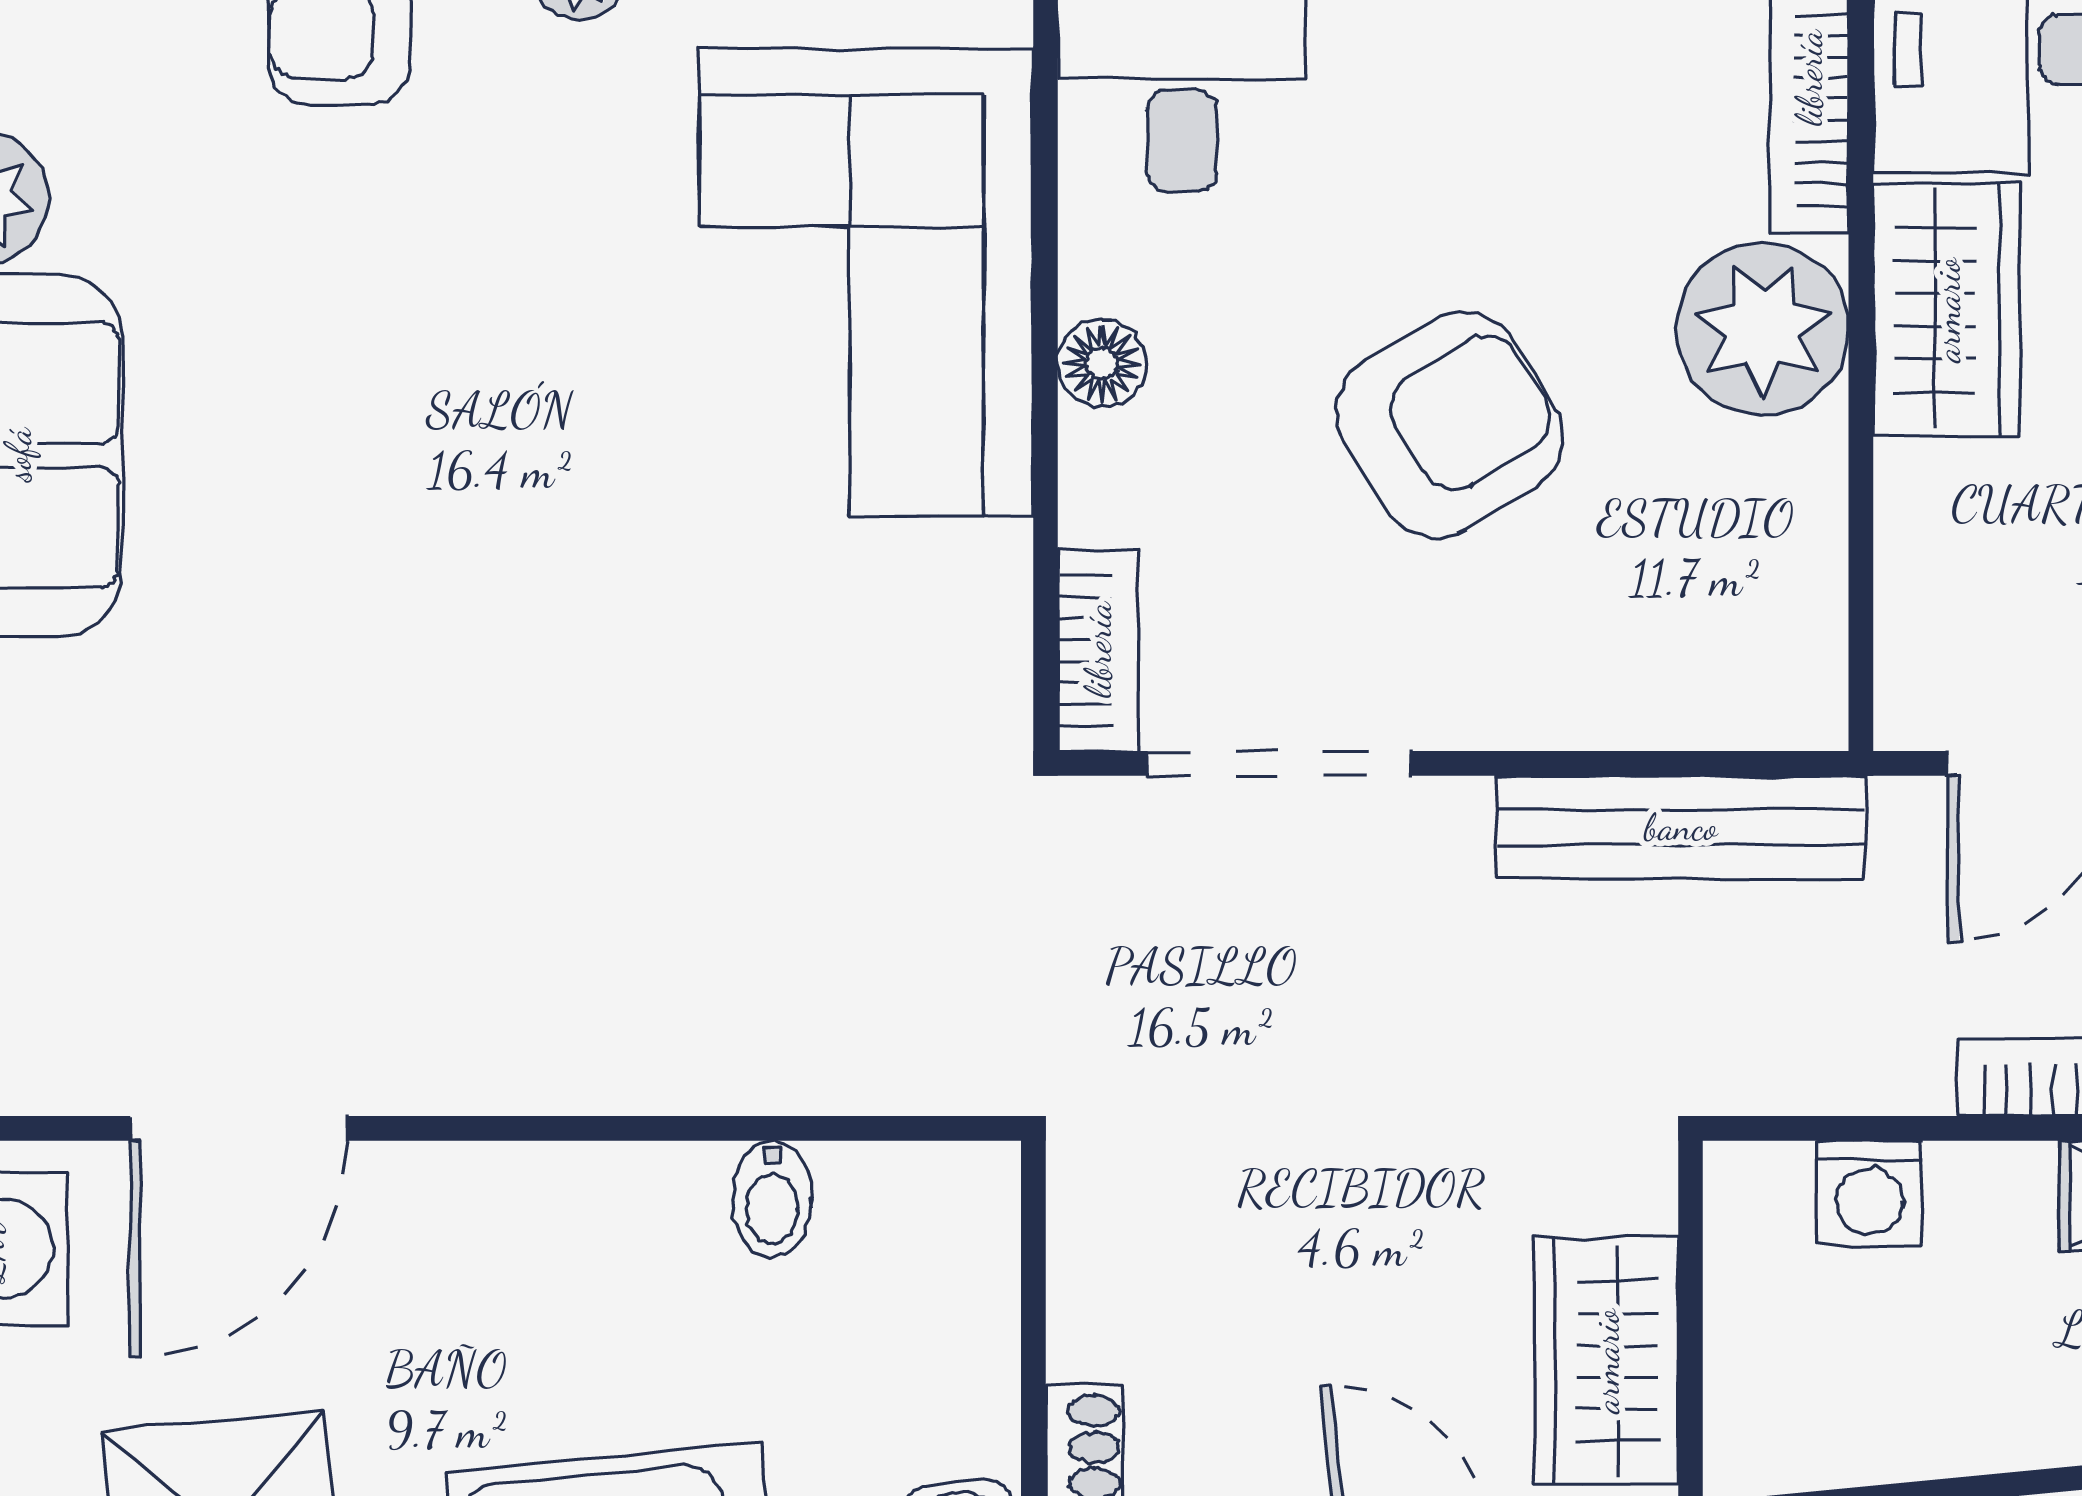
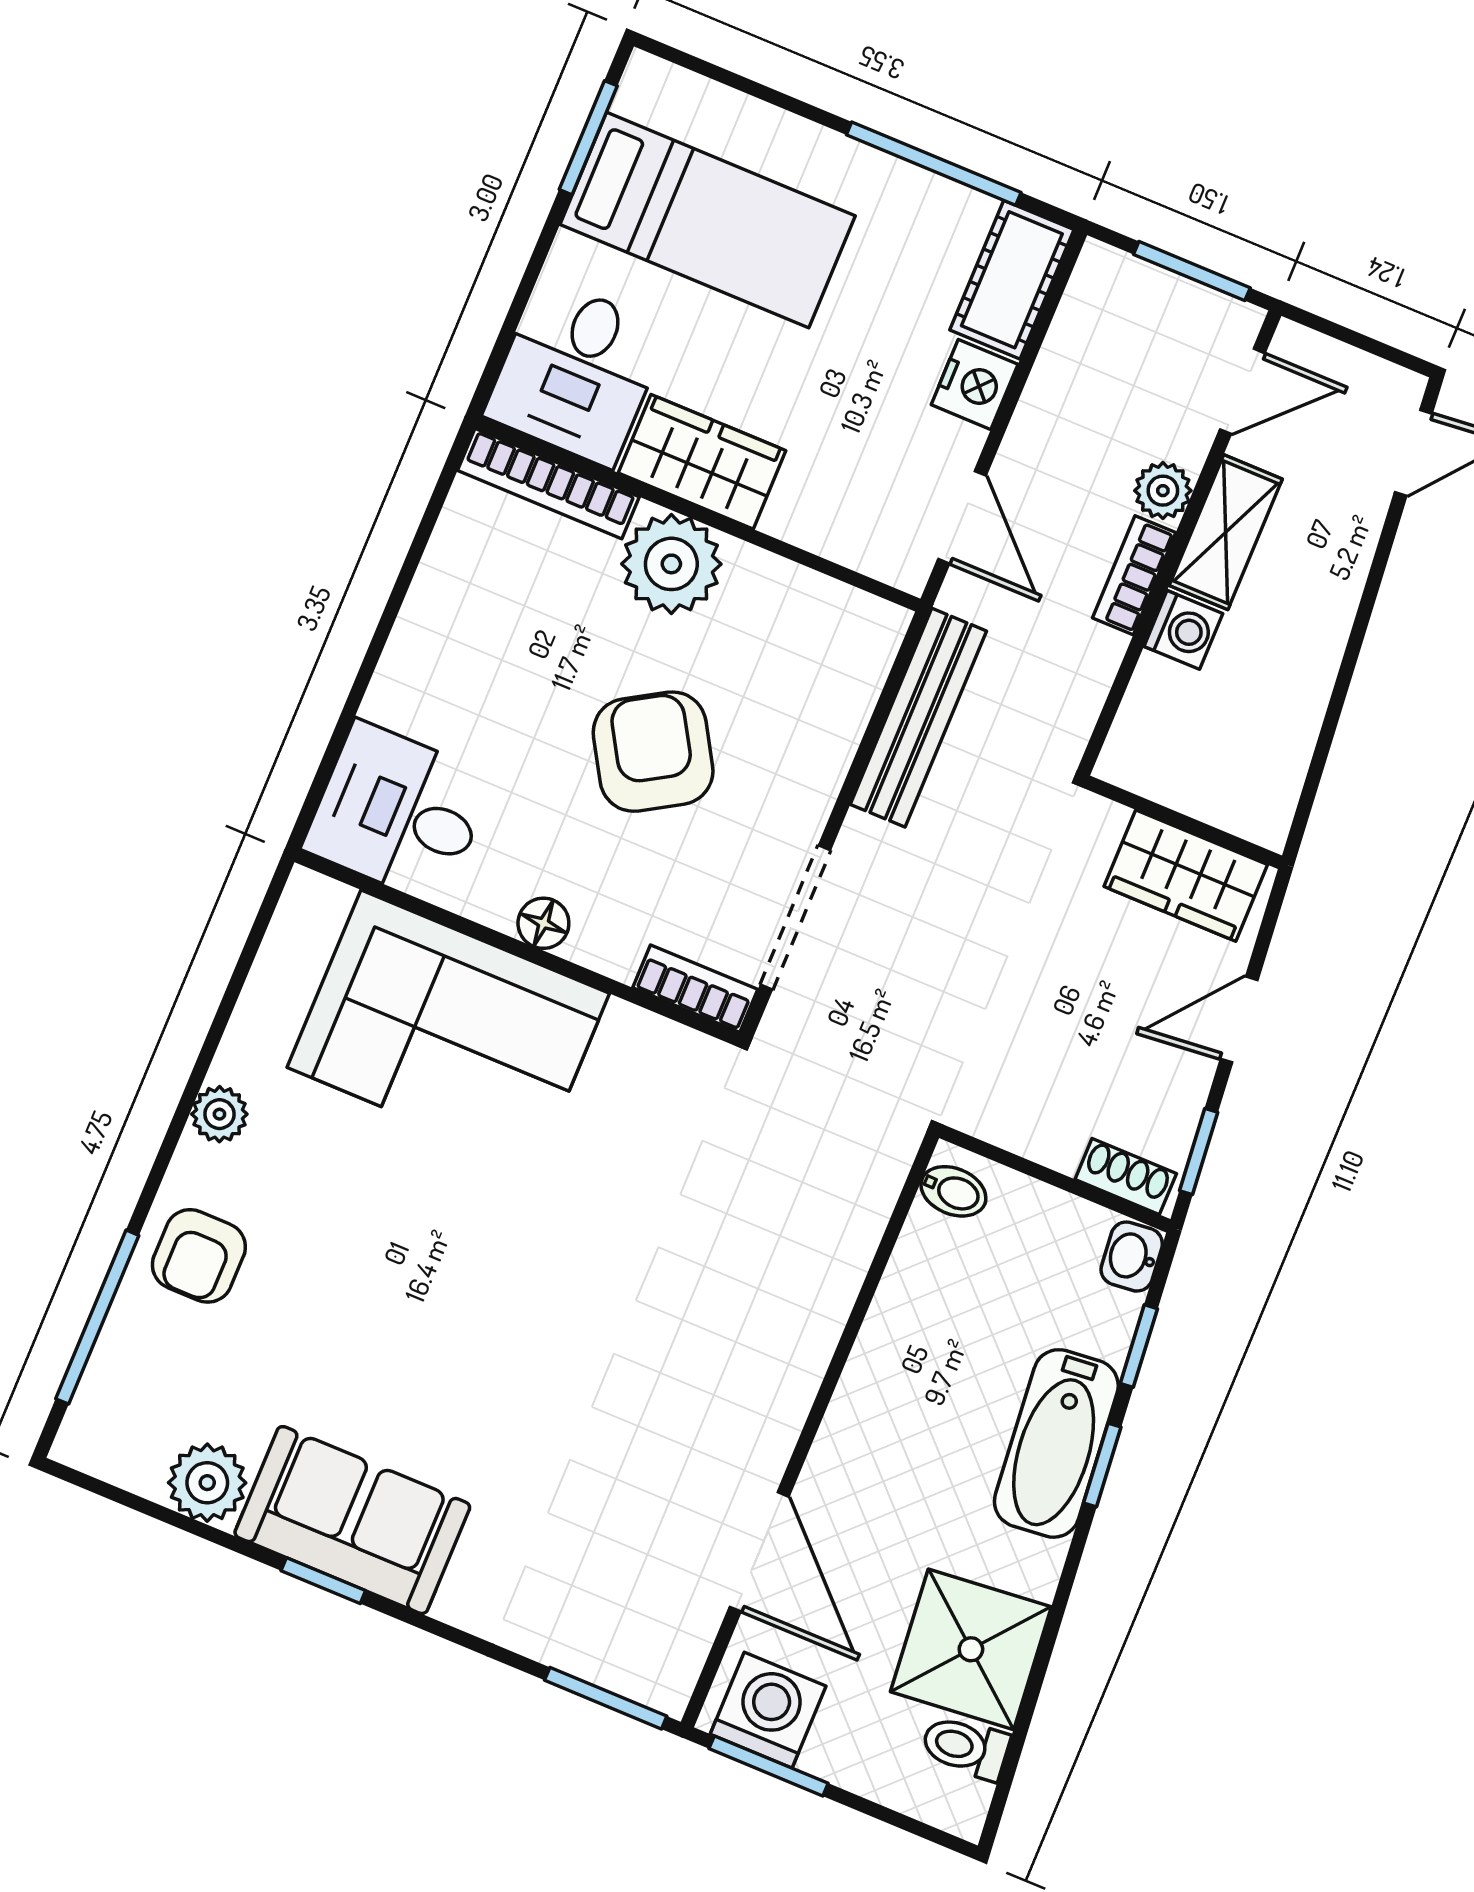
washing machine: (1870, 1193) -> (1183, 630), moved
bidet: (772, 1199) -> (953, 1191), moved

